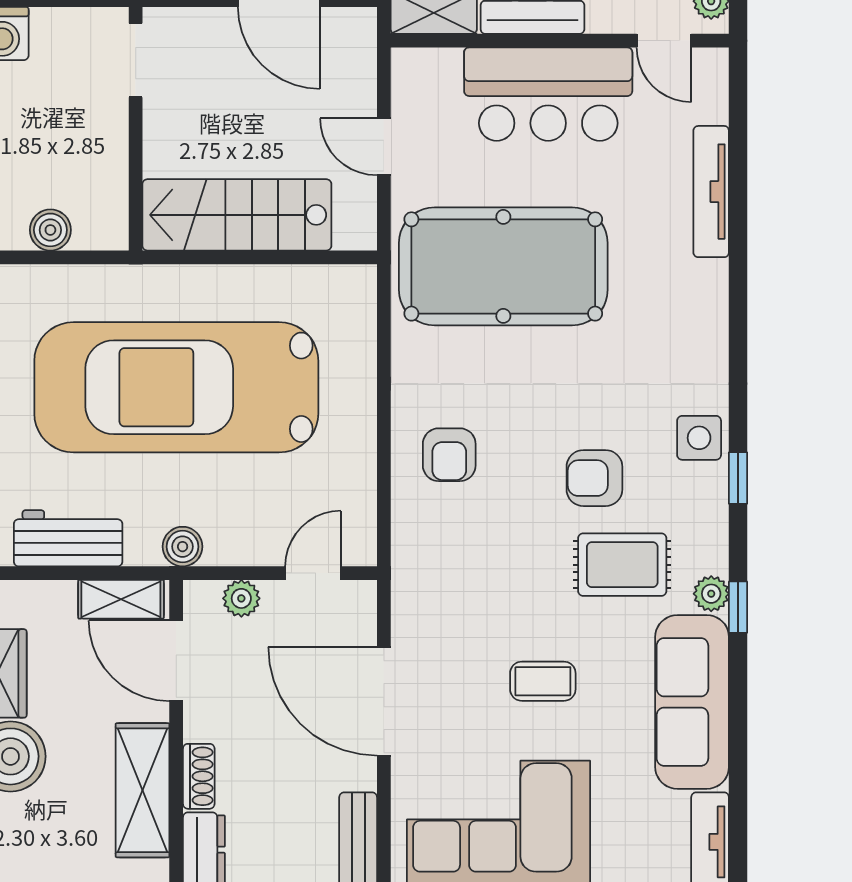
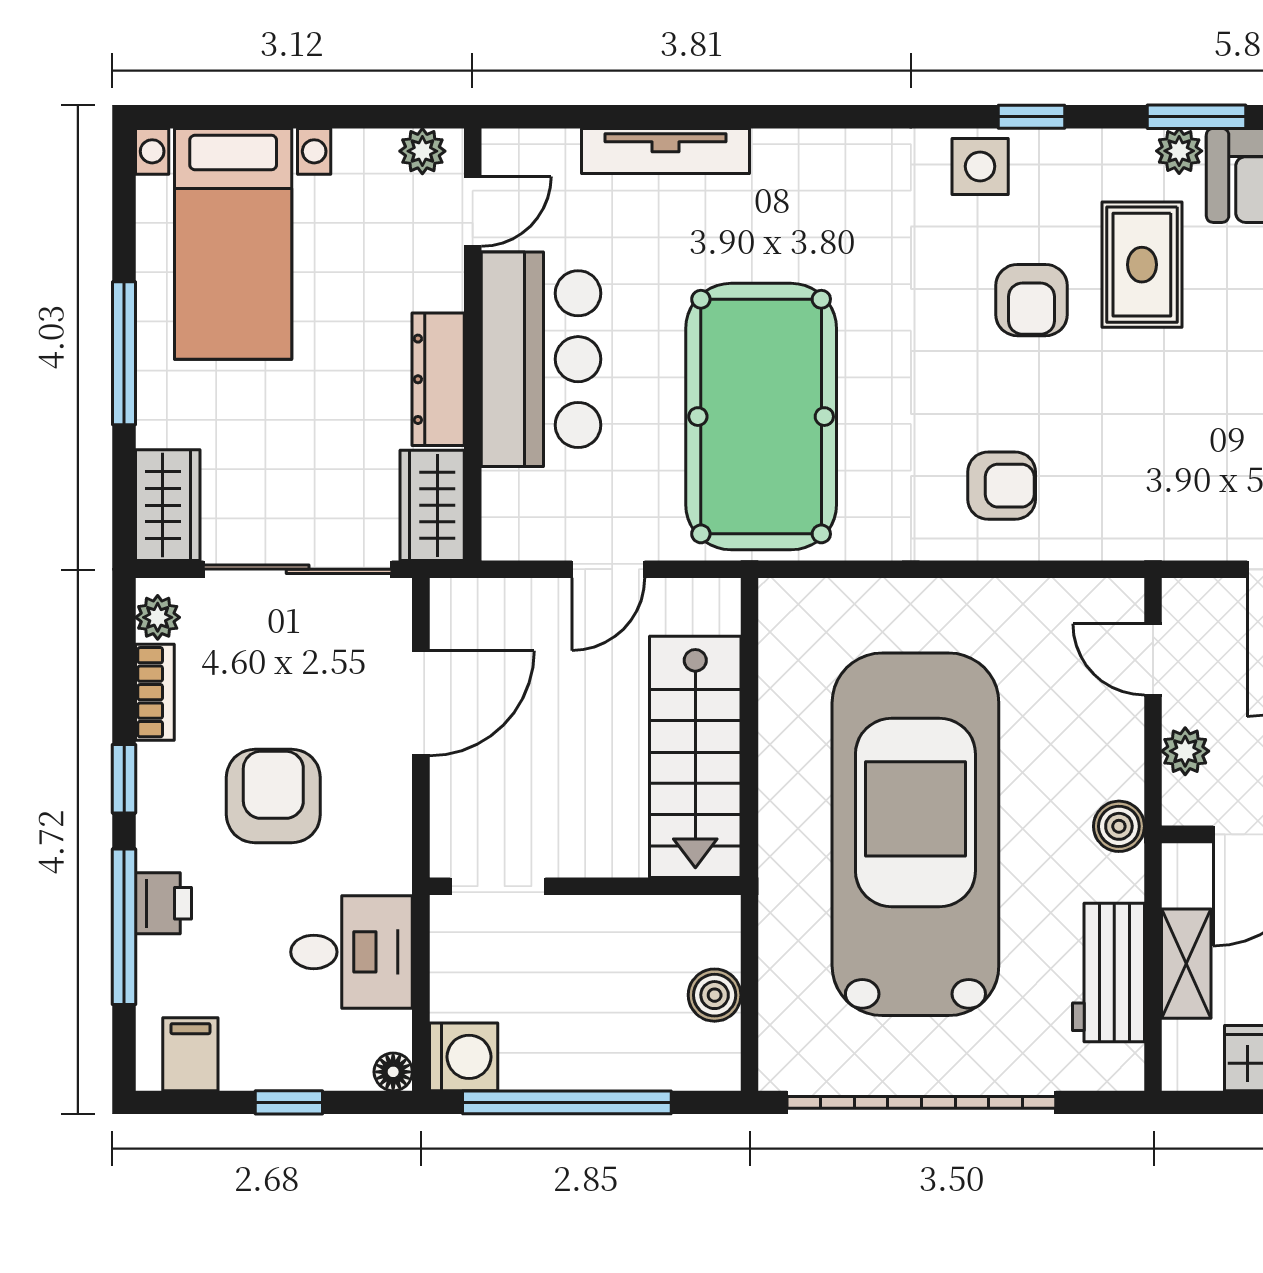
car: (176, 387) -> (915, 834), turned 180
shelving: (121, 599) -> (1186, 964), moved
window: (738, 607) -> (1196, 117), width x1.50

